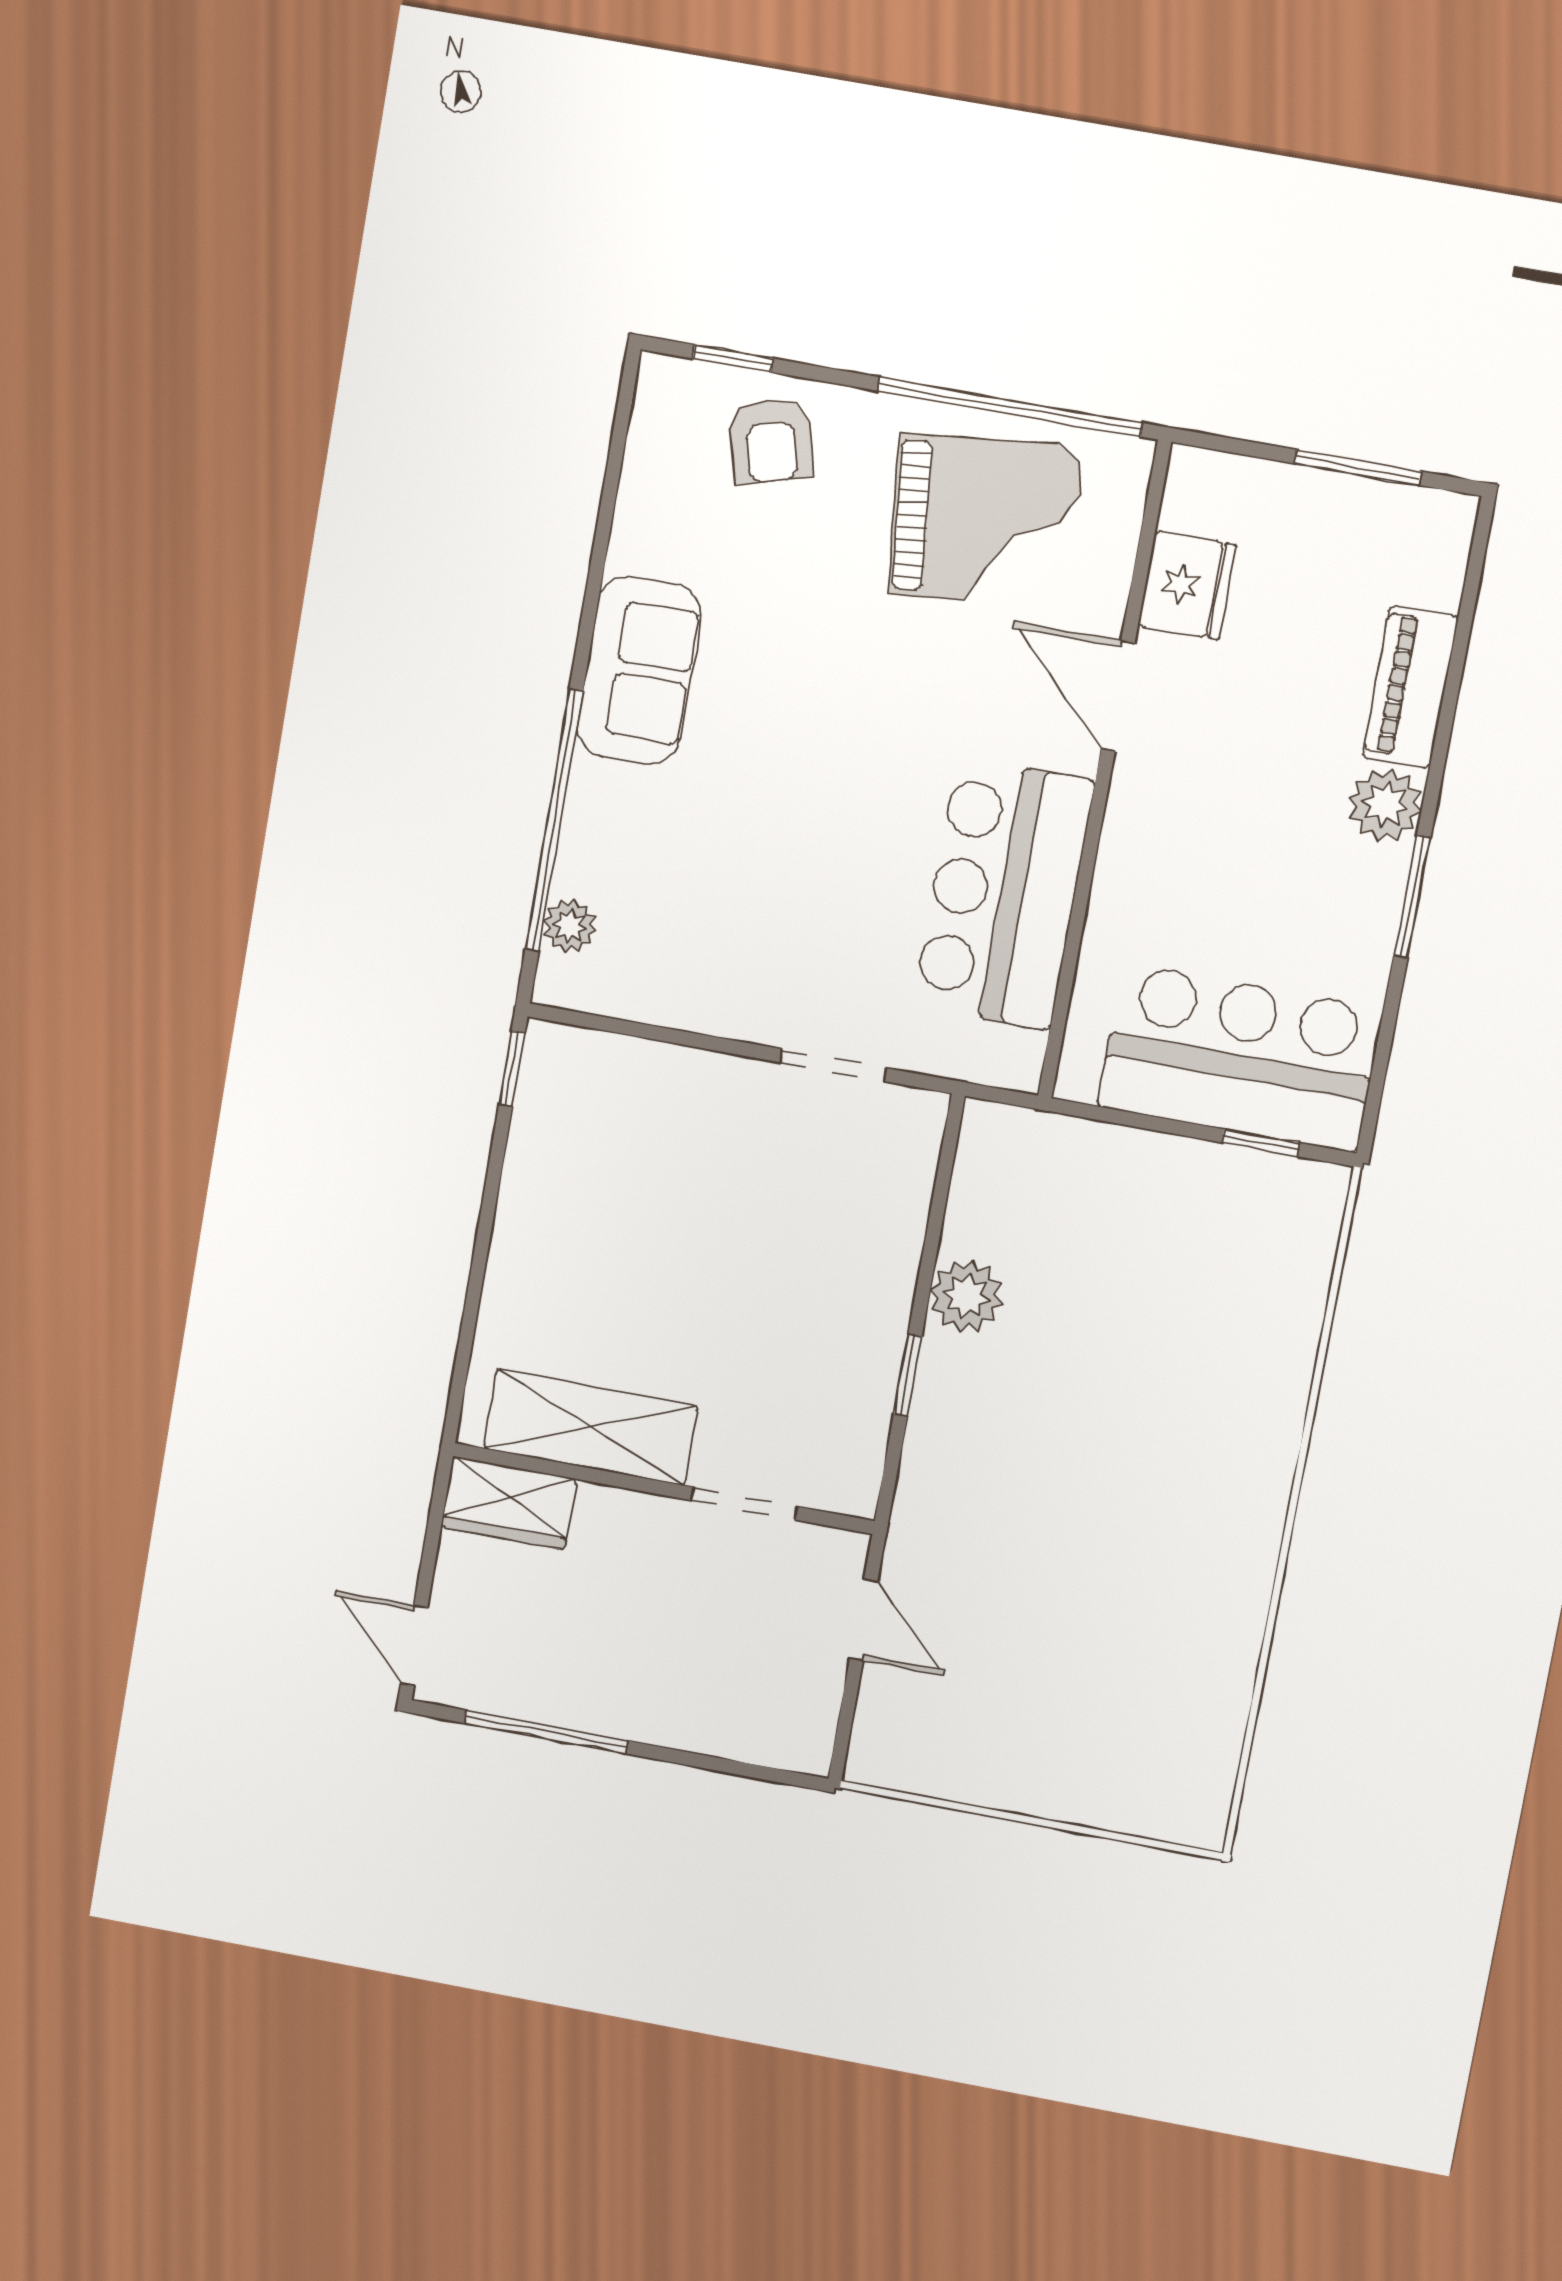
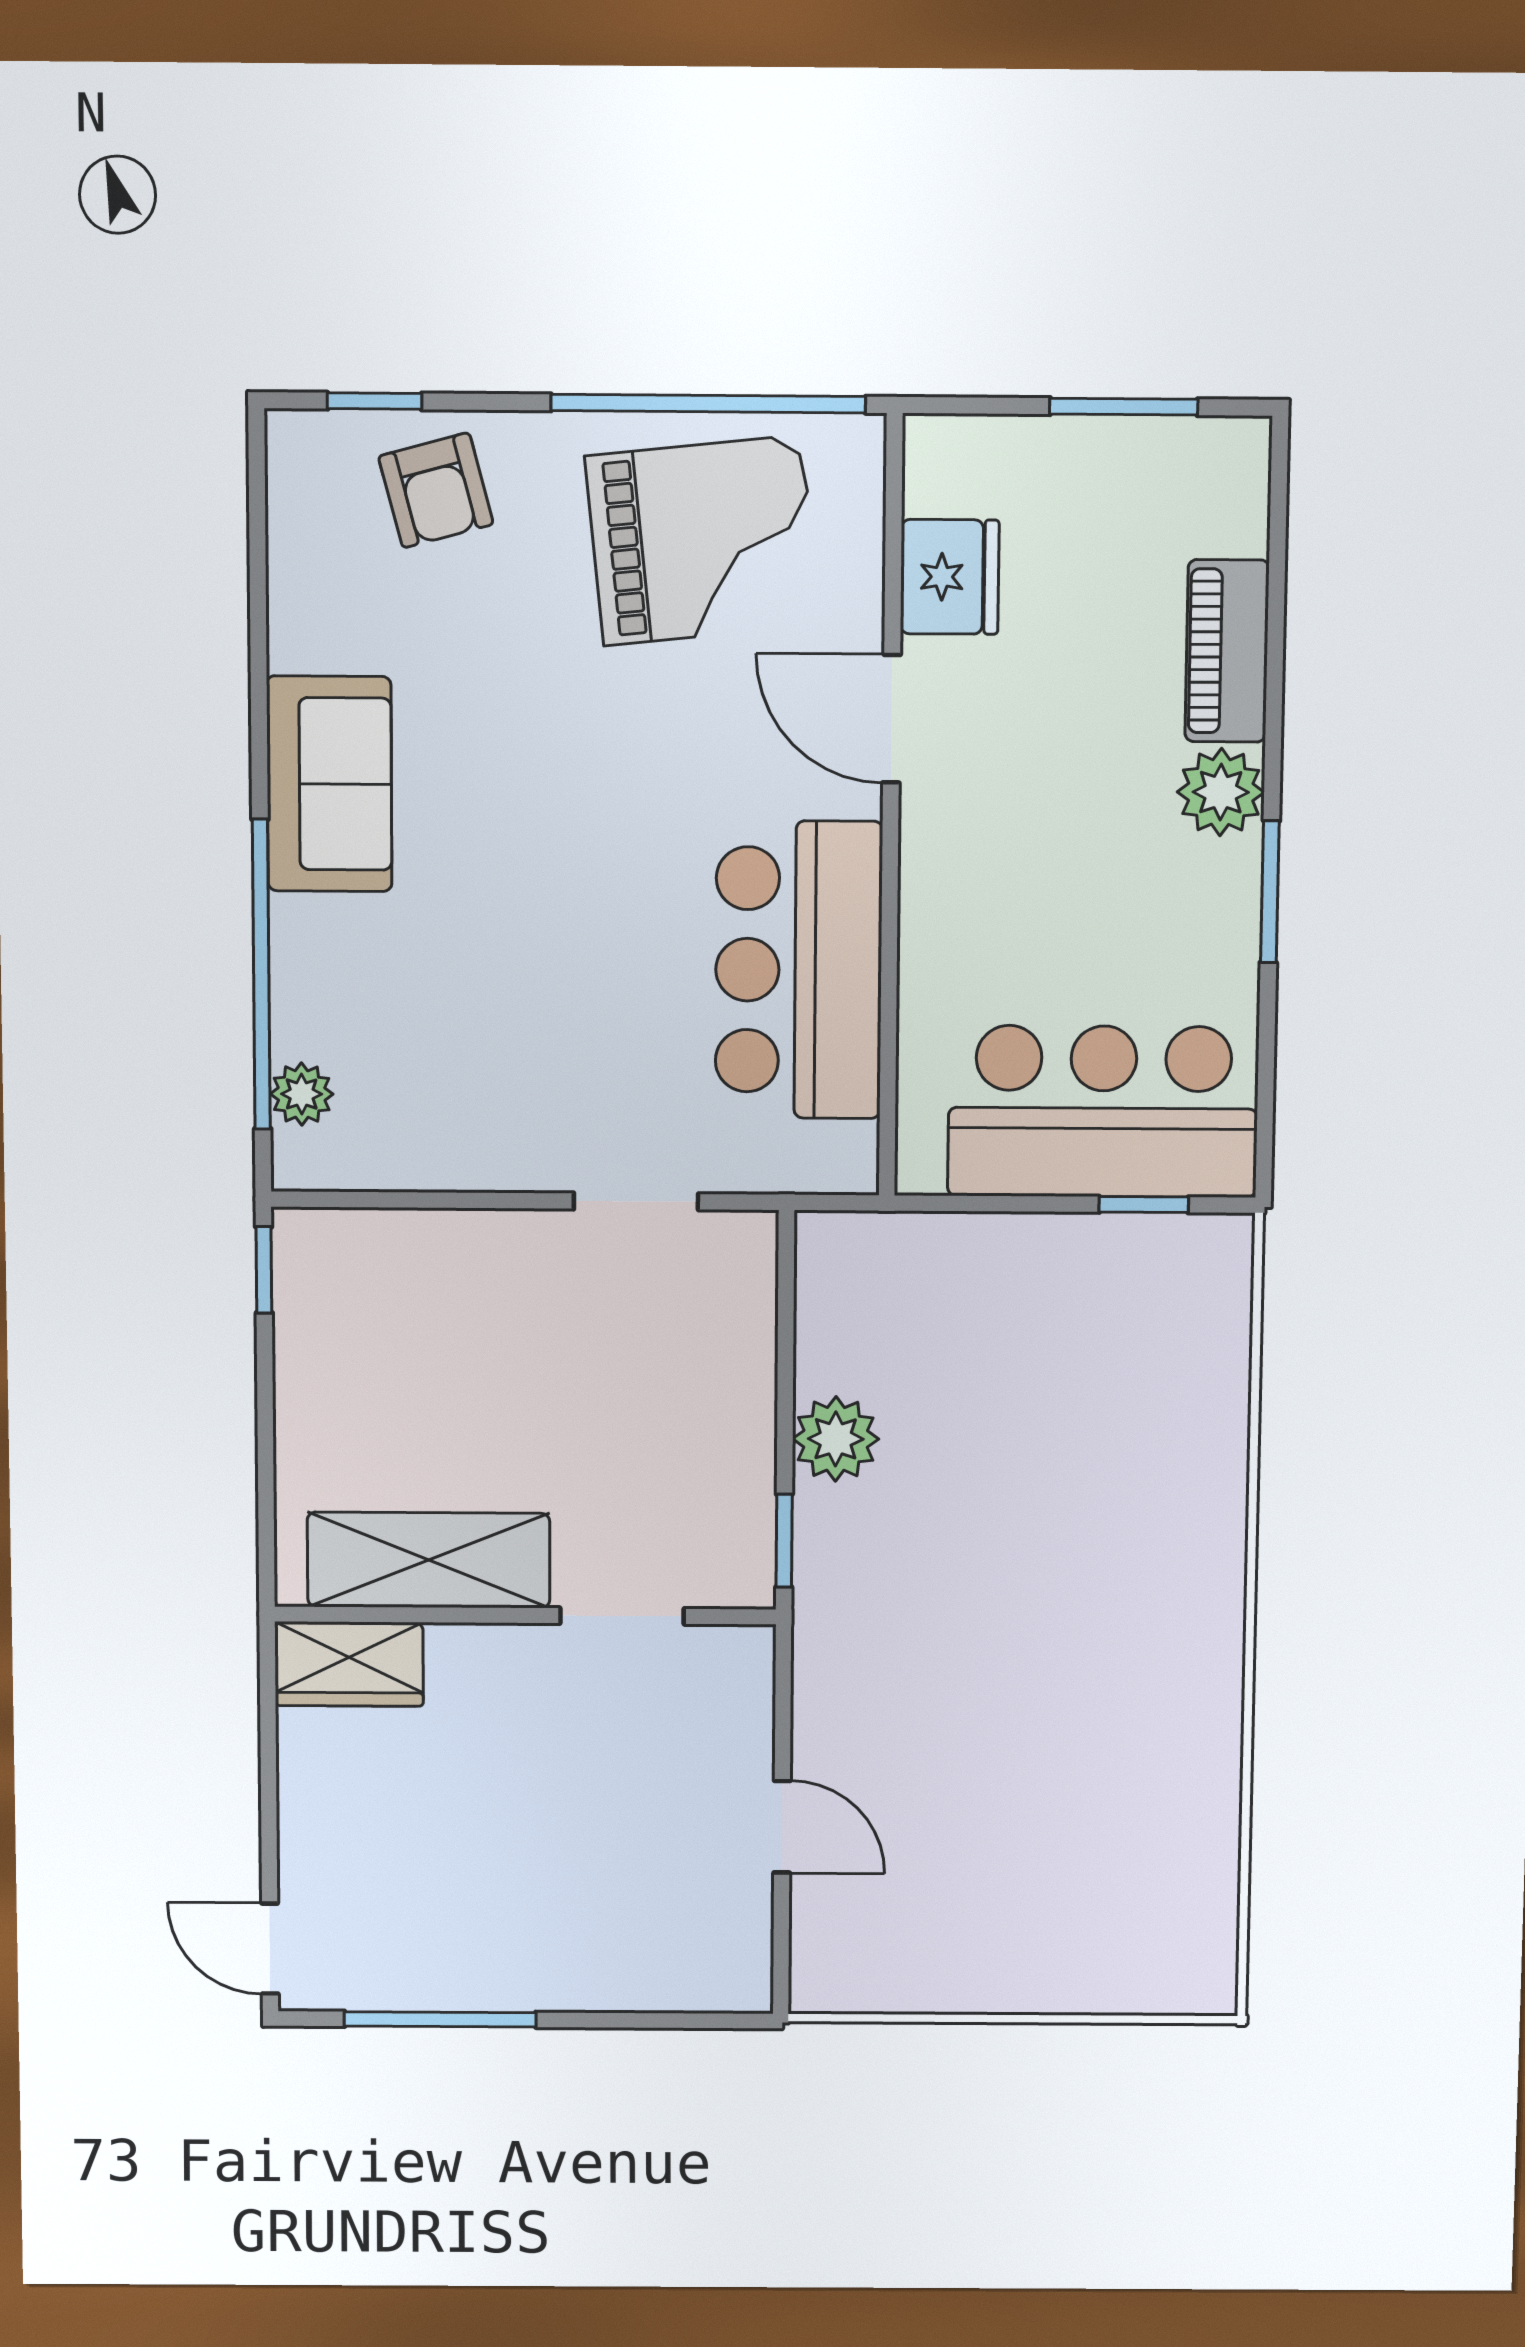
shelving: (591, 1427) -> (429, 1560), moved
wall: (663, 1488) -> (525, 1615), moved
wardrobe: (508, 1503) -> (349, 1664), moved
doorway: (744, 1504) -> (622, 1616), moved

